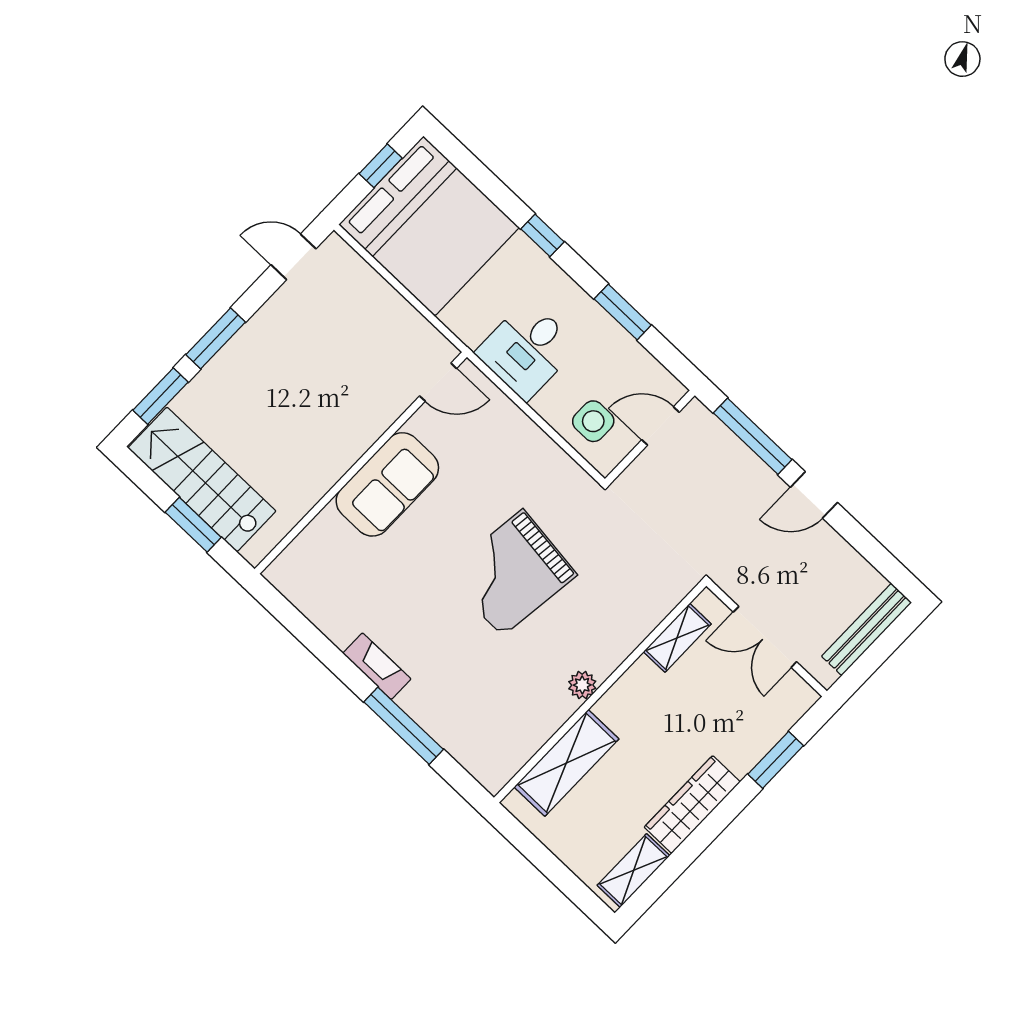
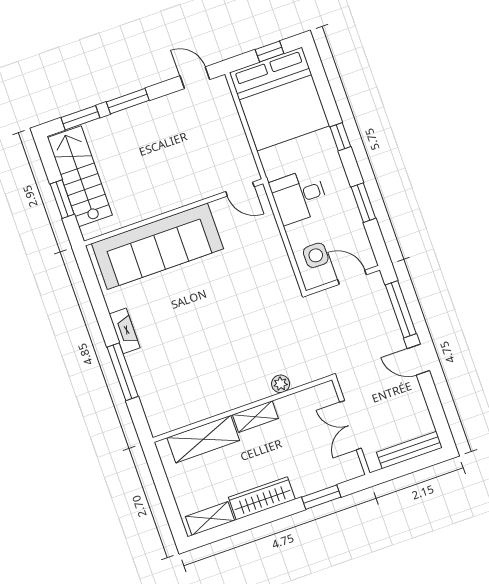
sofa: (387, 484) -> (157, 246), width x1.85, depth x1.27
grand piano: (512, 573) -> (227, 317), removed
shelving: (677, 638) -> (255, 417), moved
plant: (582, 685) -> (281, 384), moved

